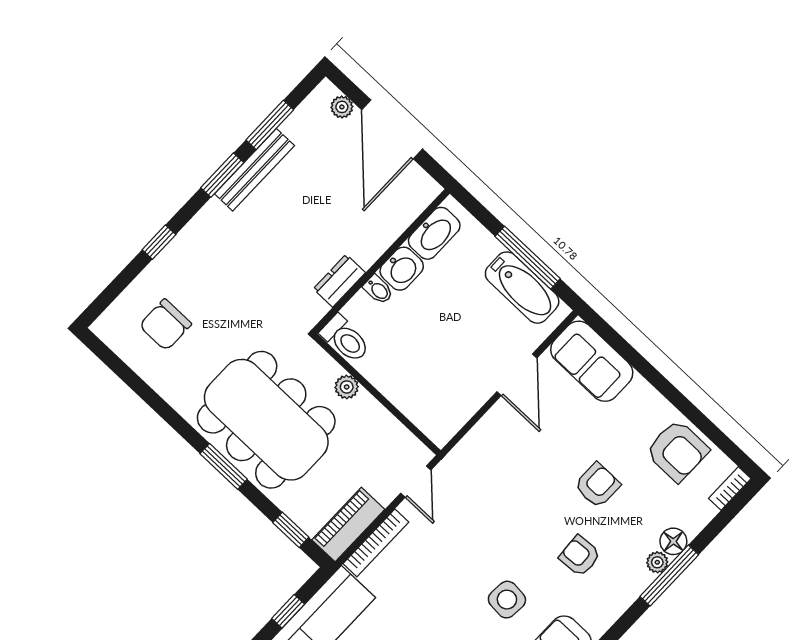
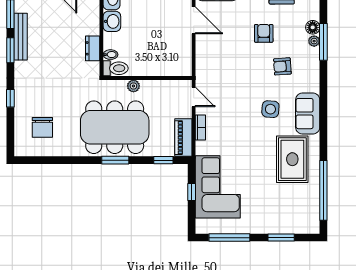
bidet: (378, 290) -> (110, 55), moved
bookcase: (376, 543) -> (200, 128), width x0.64

